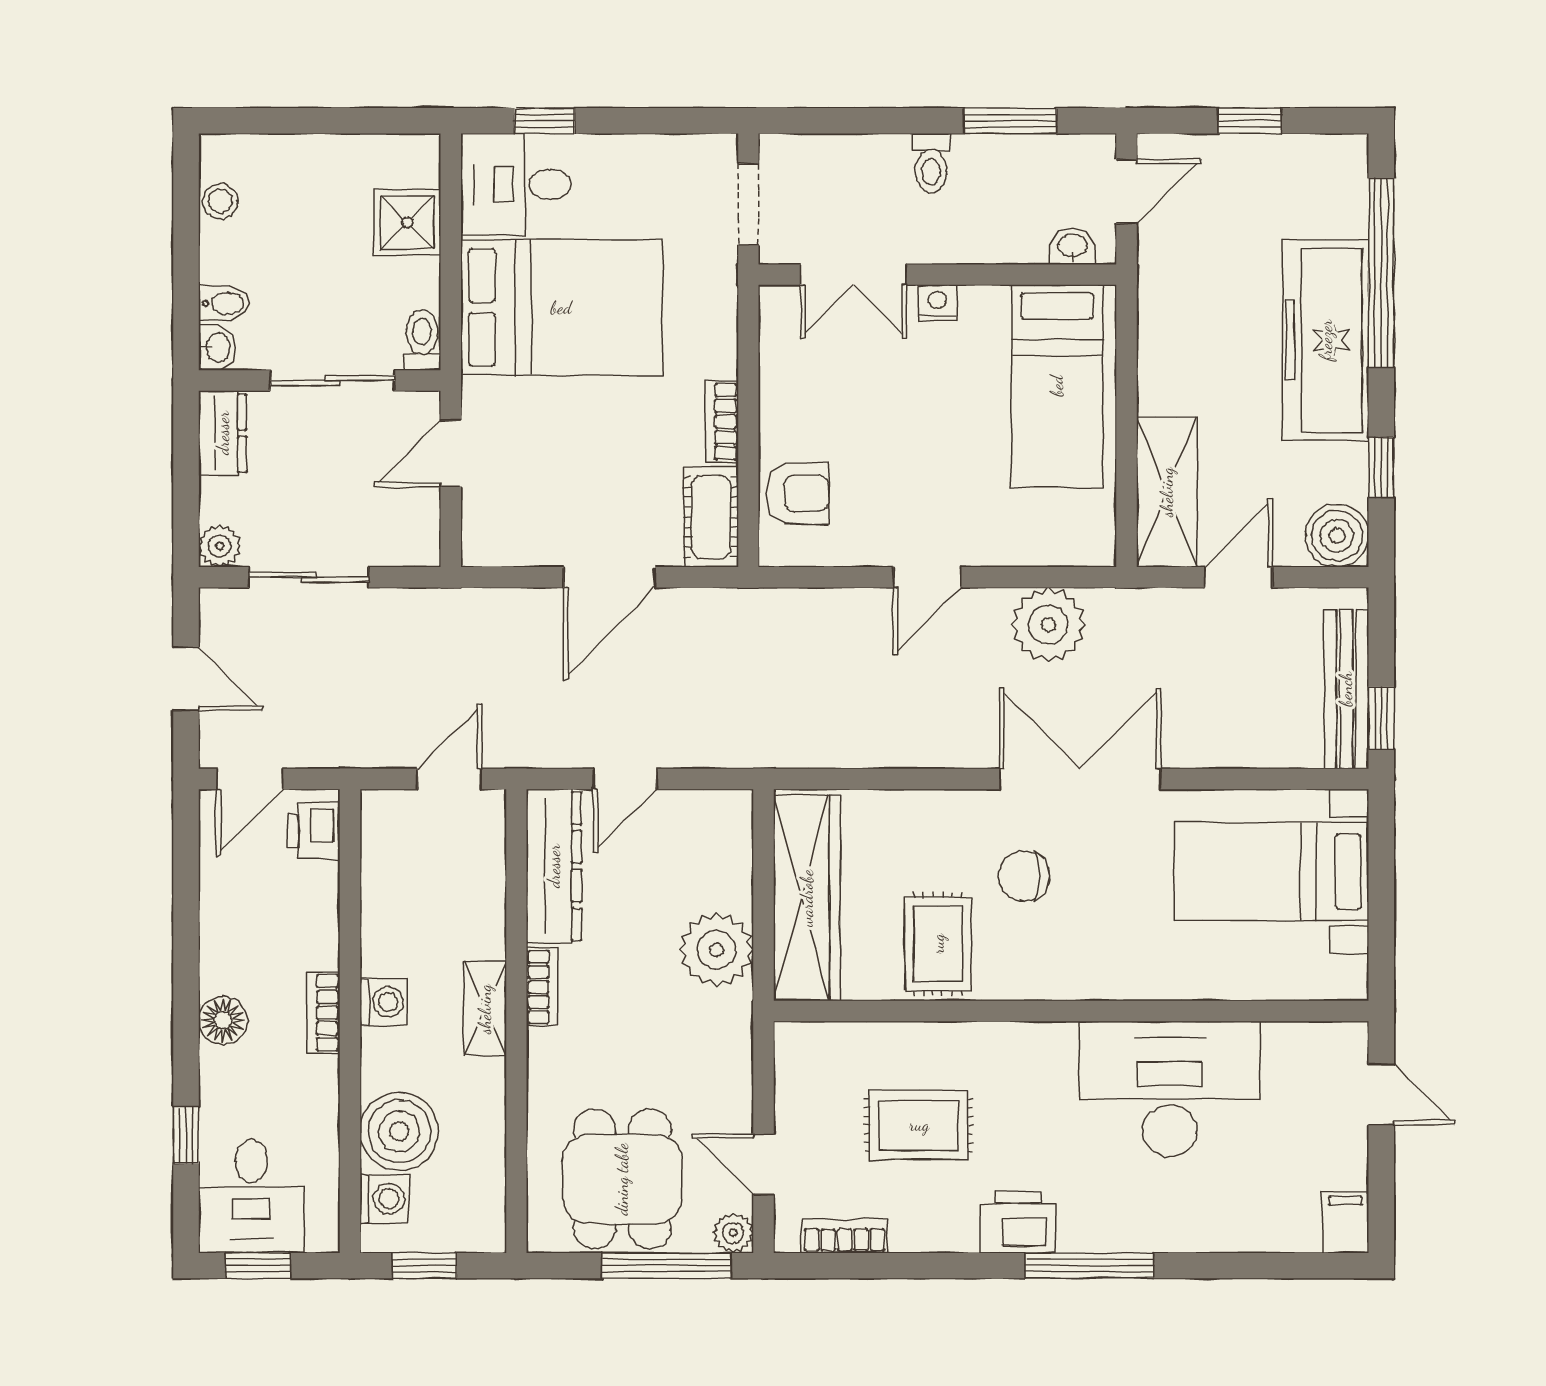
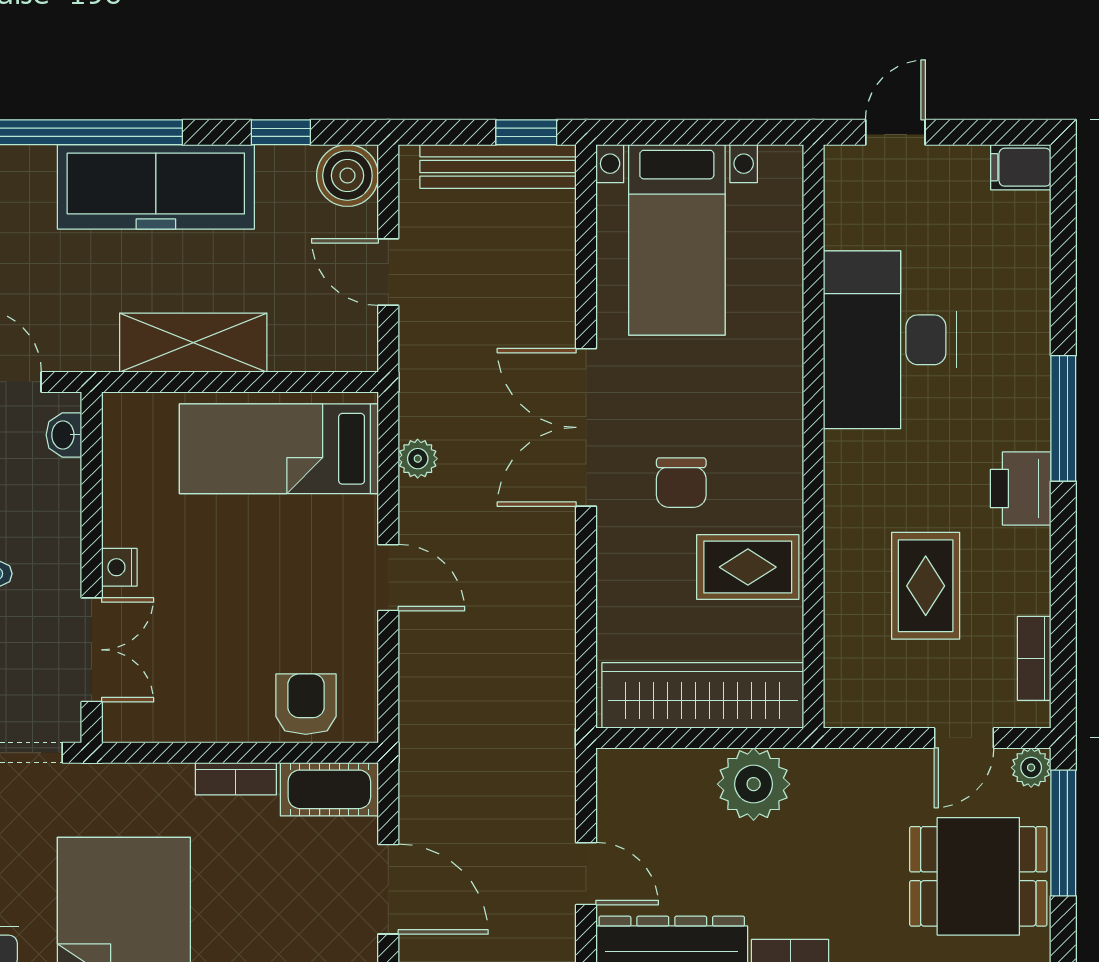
bed: (1057, 386) -> (279, 449), moved, turned 180
shelving: (1167, 492) -> (193, 343), moved
plant: (1048, 625) -> (418, 459), width x0.53, depth x0.53

